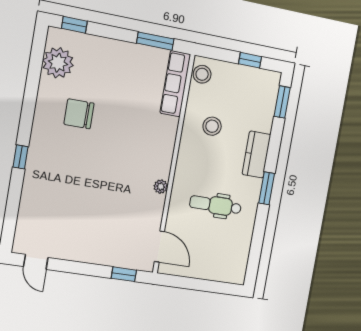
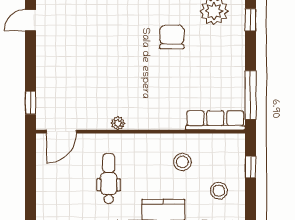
window: (155, 41) -> (250, 95), width x1.44
window: (250, 60) -> (250, 167), moved
stool: (202, 74) -> (219, 191), moved

